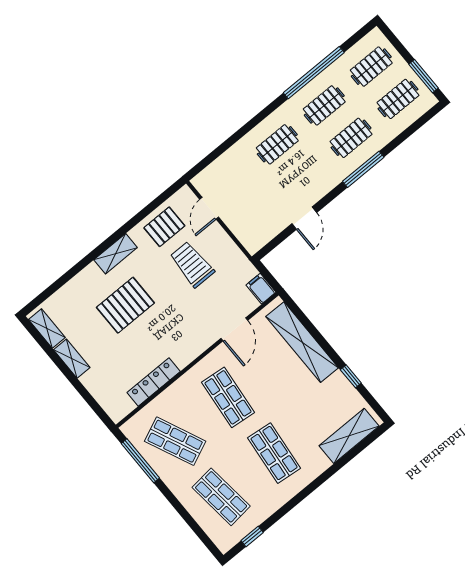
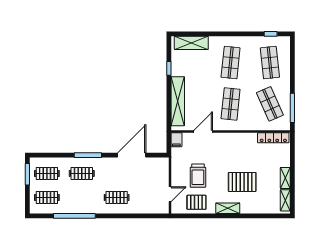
clothes rail: (324, 105) -> (82, 197), removed
door: (304, 218) -> (132, 155), width x1.88
locker: (154, 382) -> (273, 138), moved

